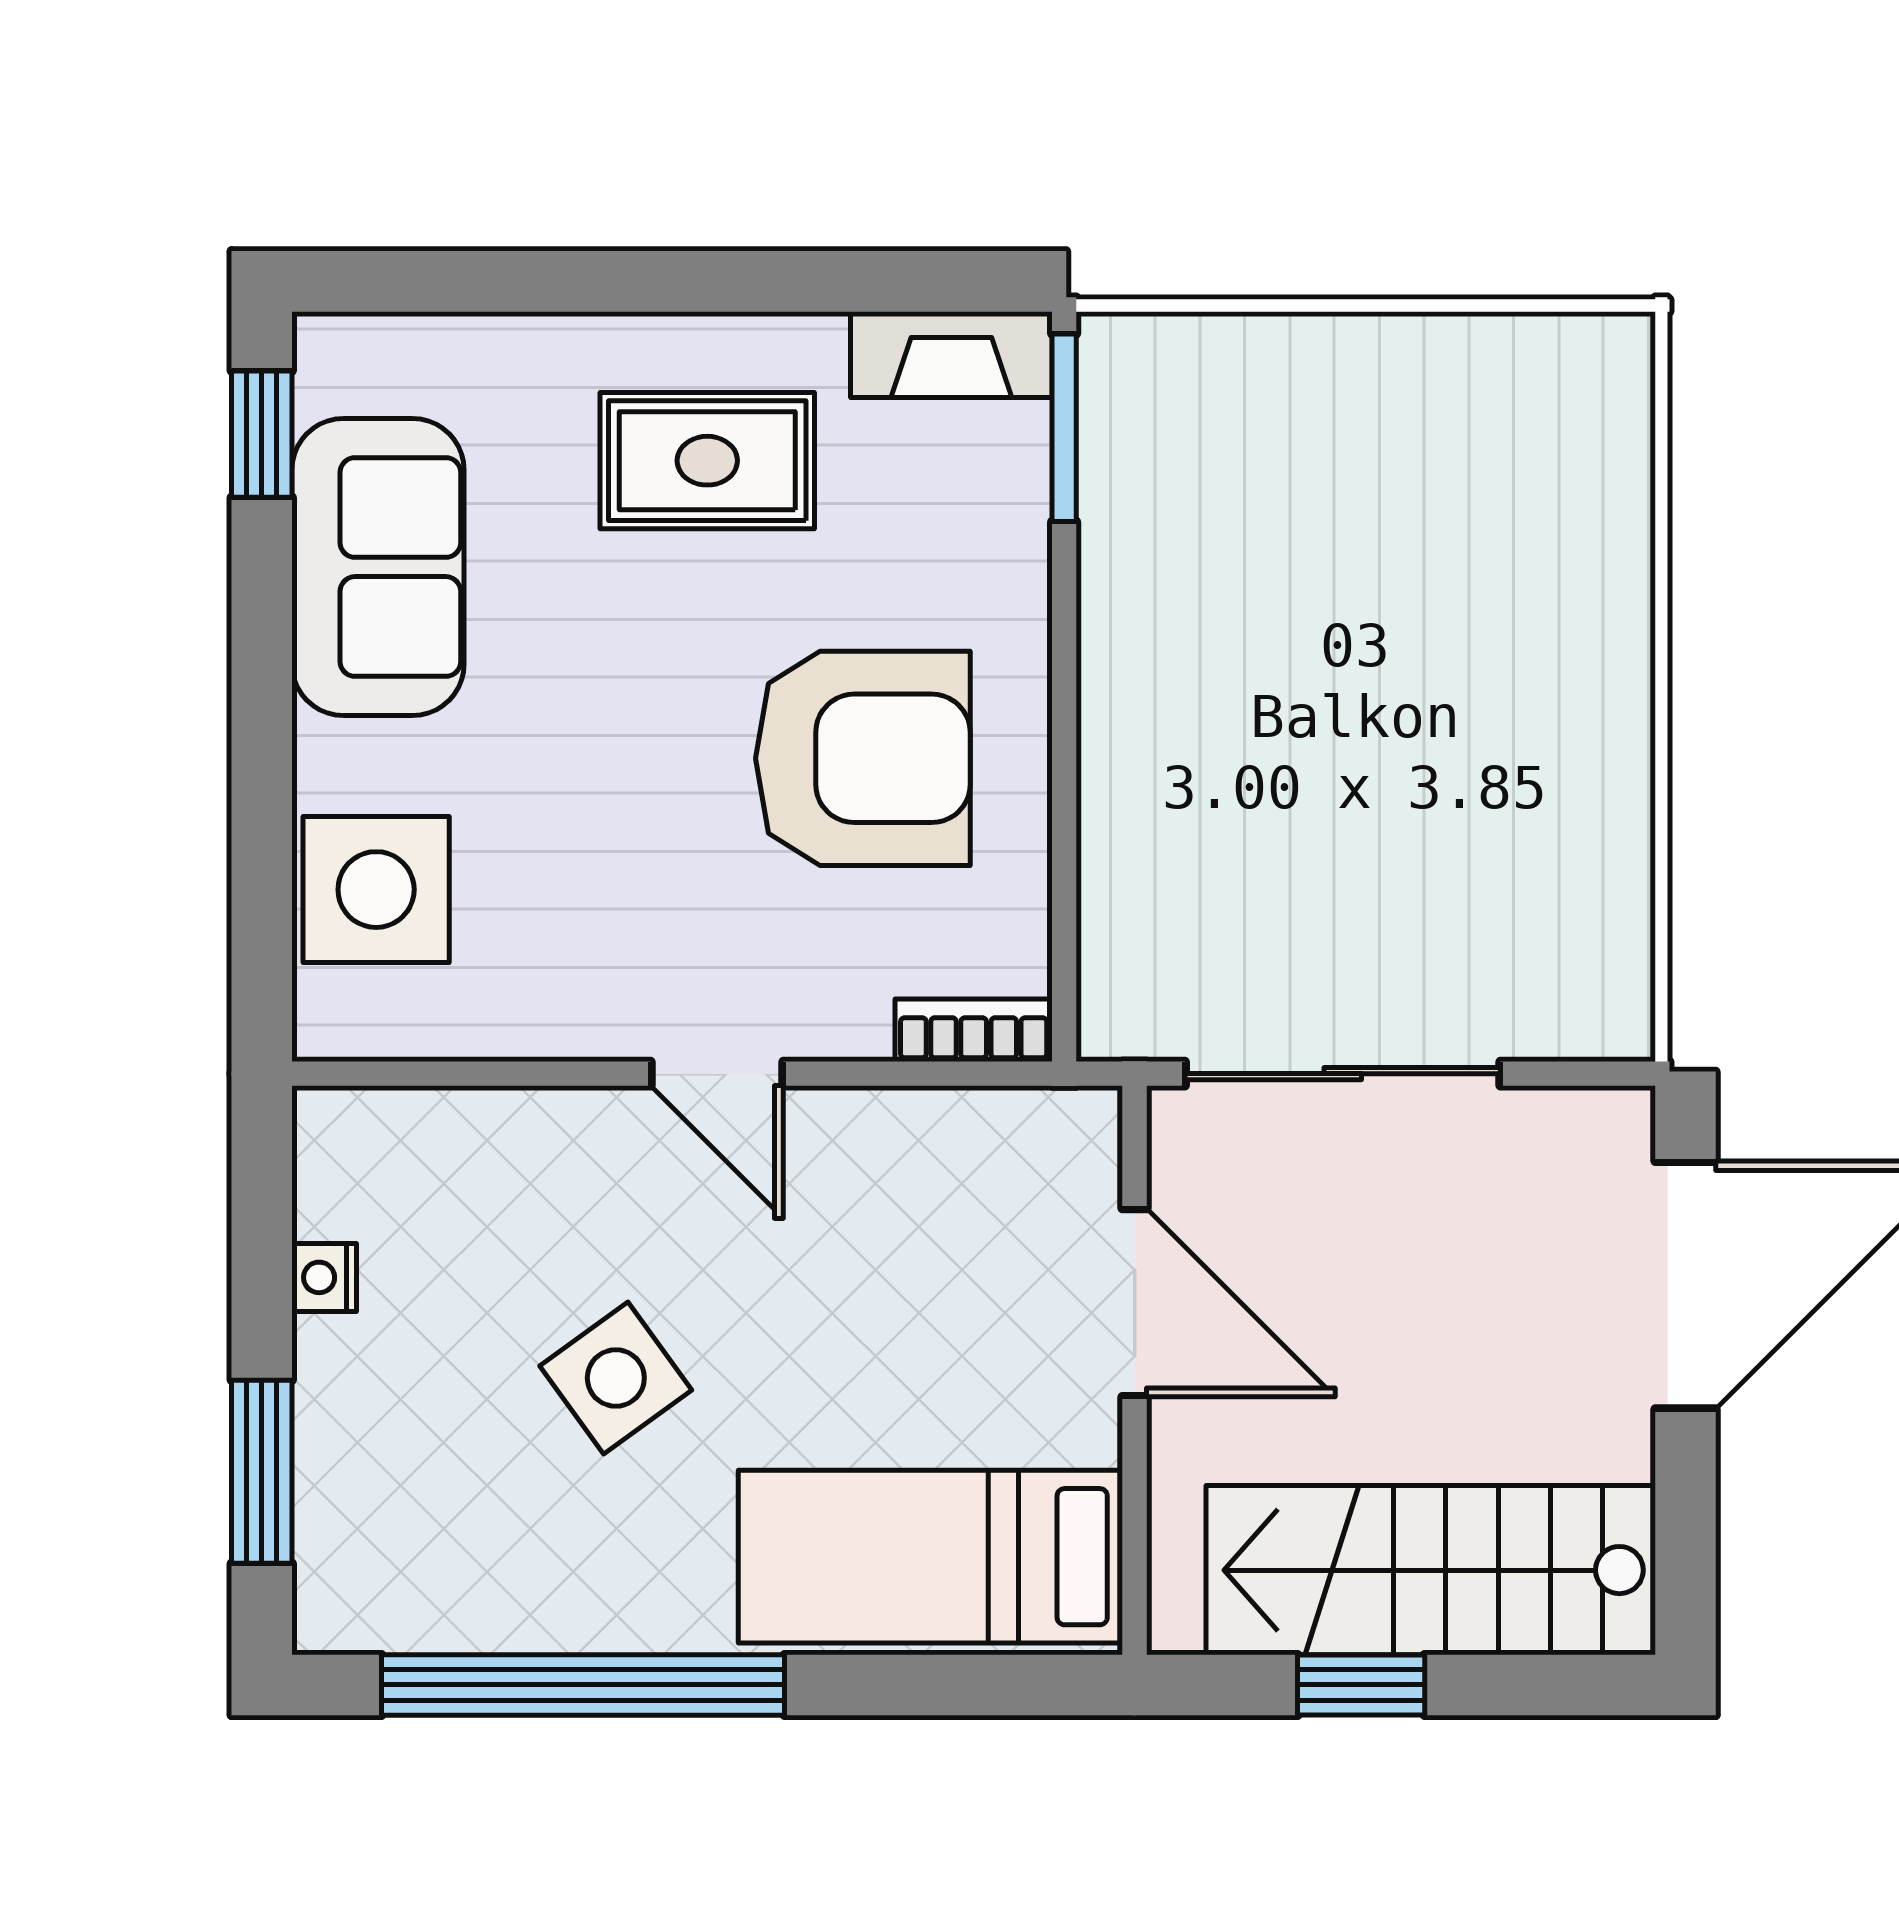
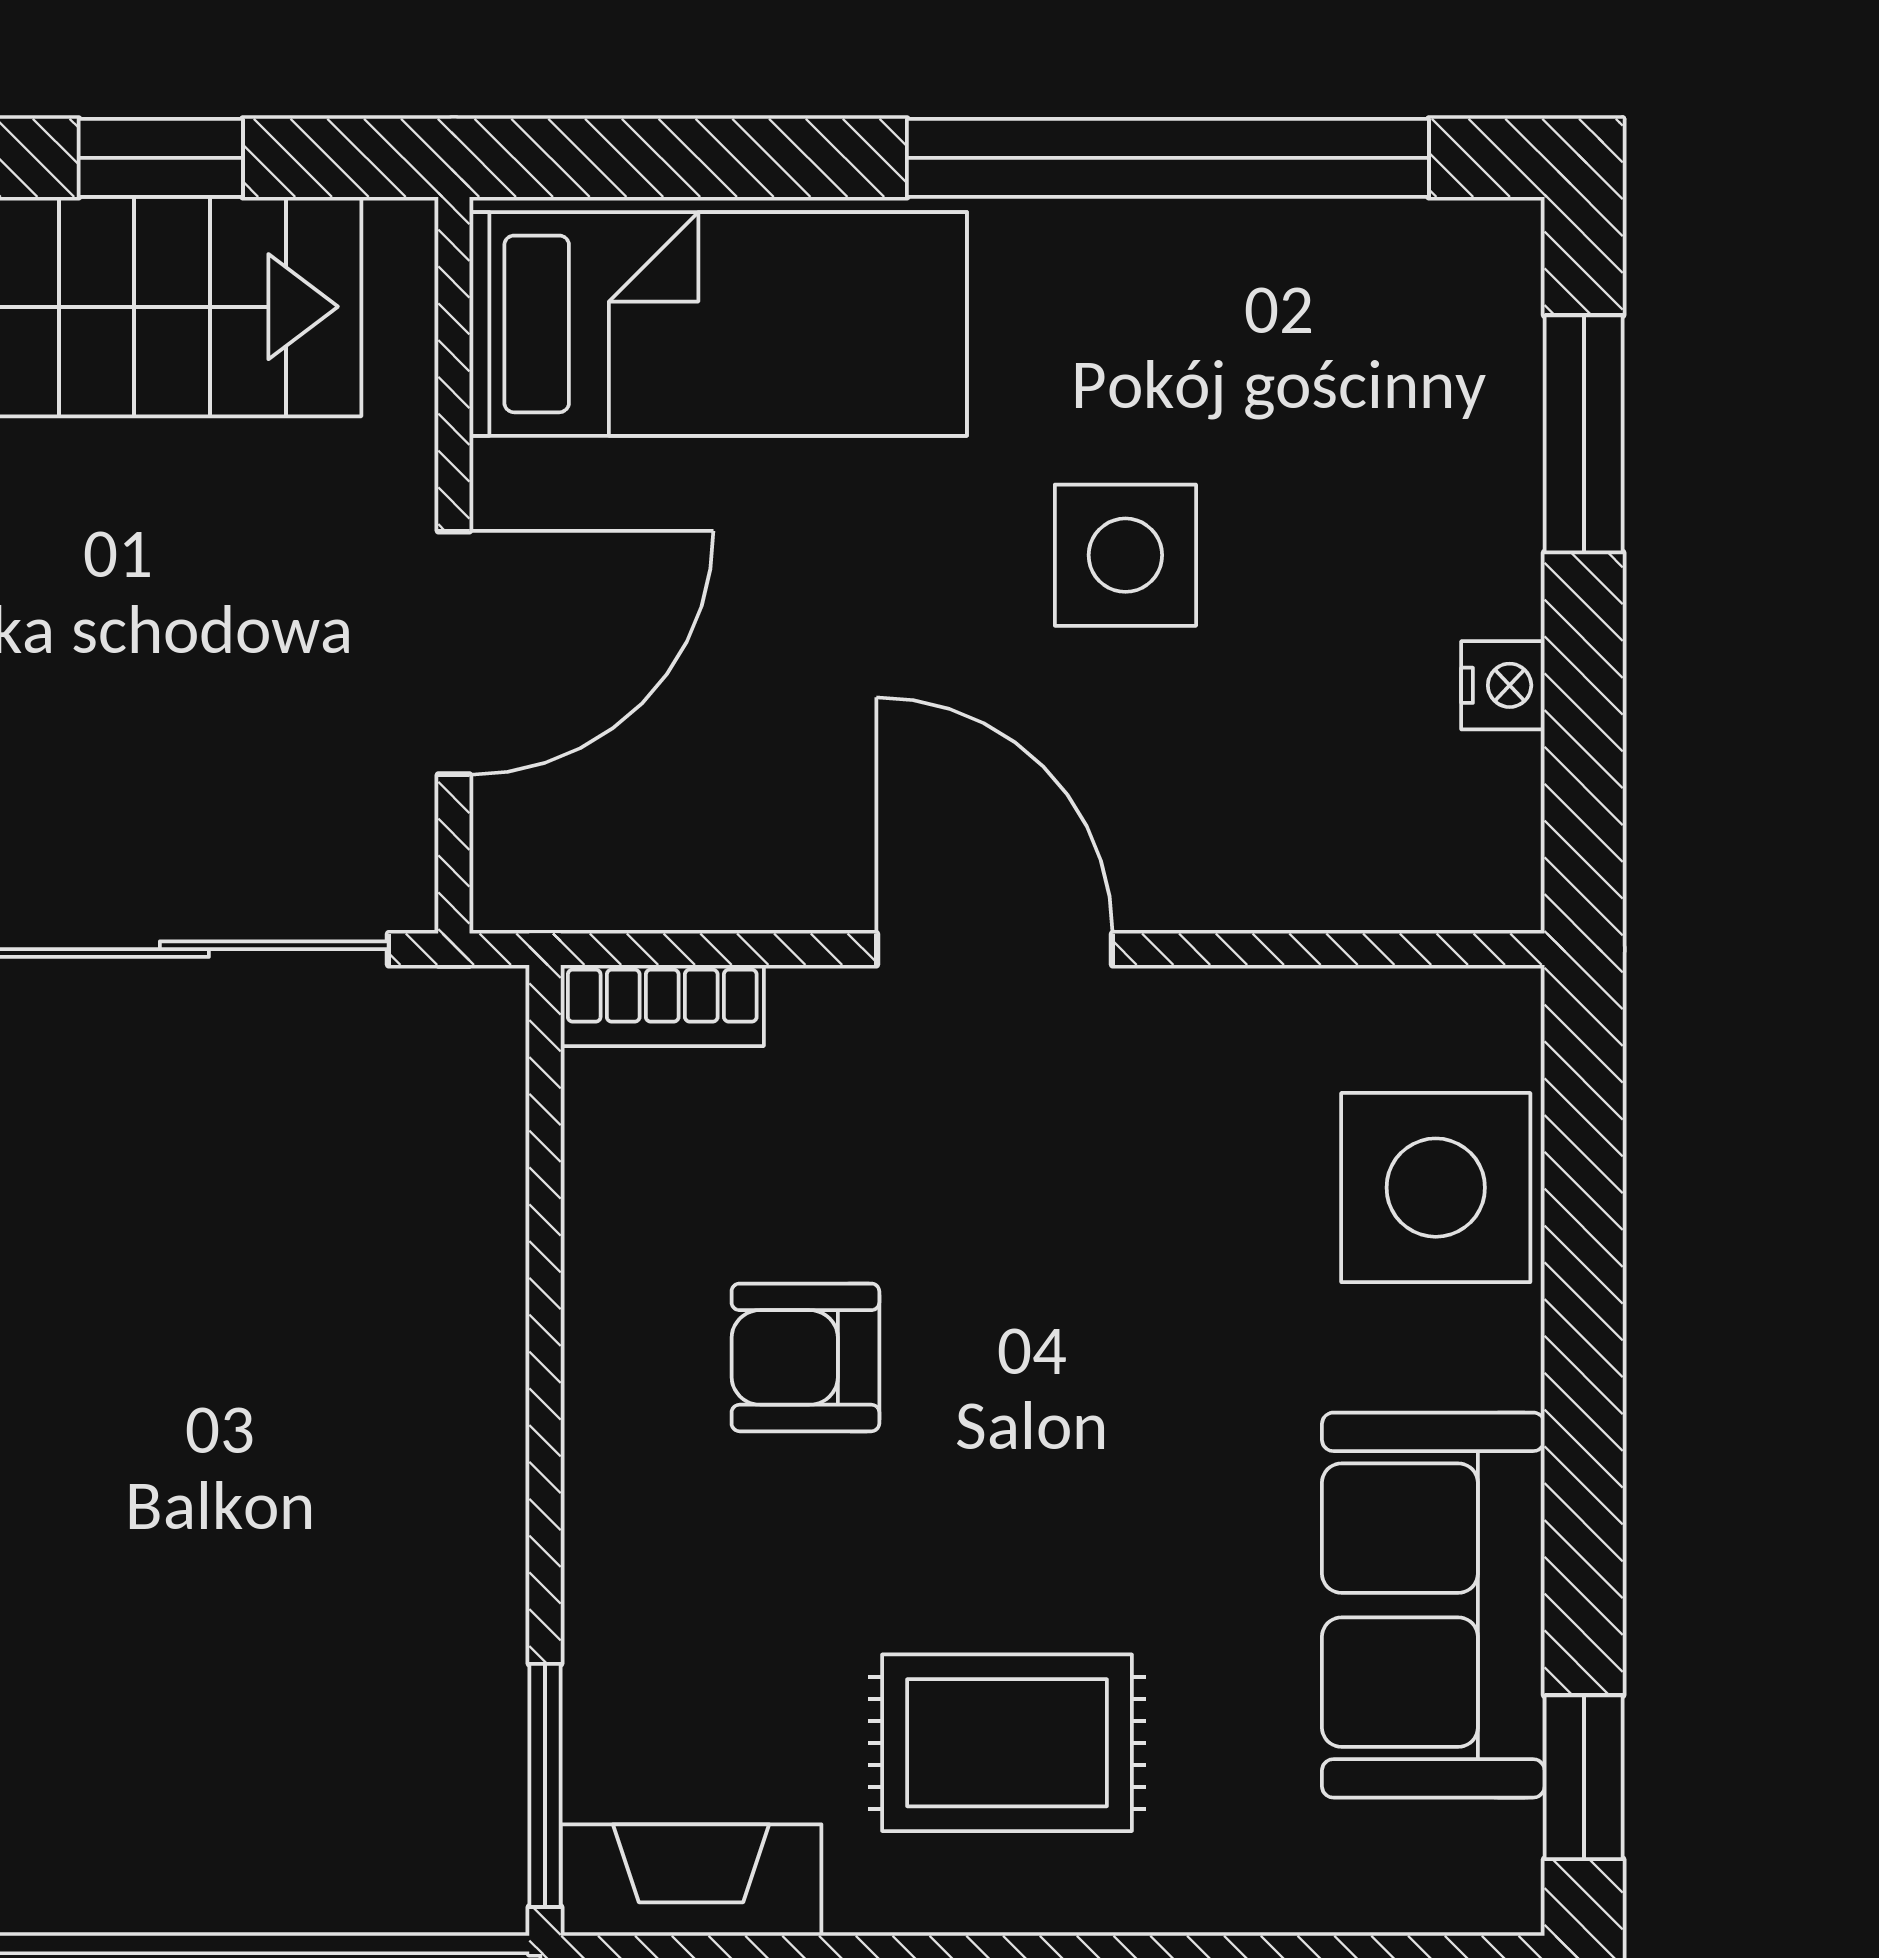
armchair: (863, 758) -> (805, 1357), width x0.53, depth x0.53
door: (717, 1074) -> (994, 949), width x1.37
door: (1135, 1303) -> (454, 653), swing flipped
side table: (616, 1378) -> (1125, 555), turned 36

